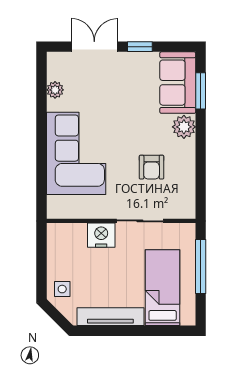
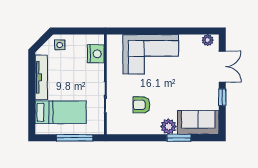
plant: (55, 90) -> (208, 40), moved
window: (201, 91) -> (179, 138), moved
nightstand: (101, 235) -> (96, 54), moved

